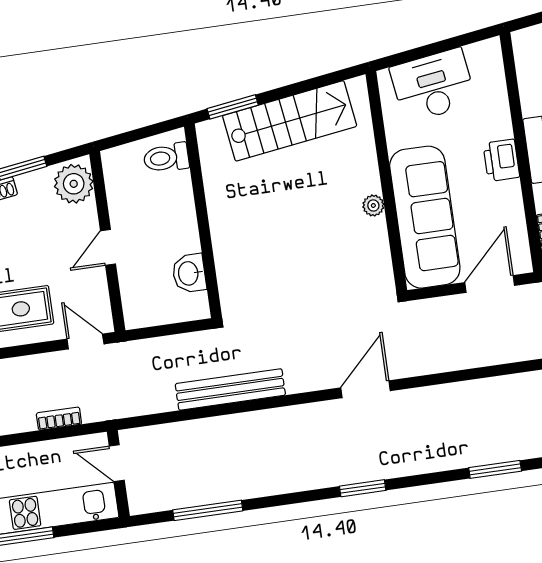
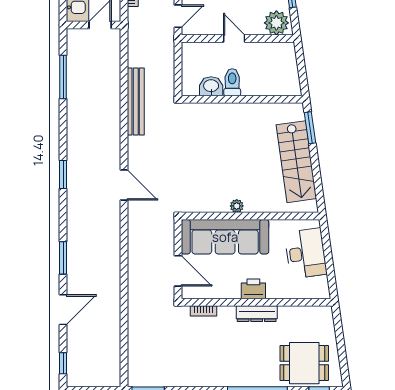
toilet: (166, 158) -> (232, 82), moved

